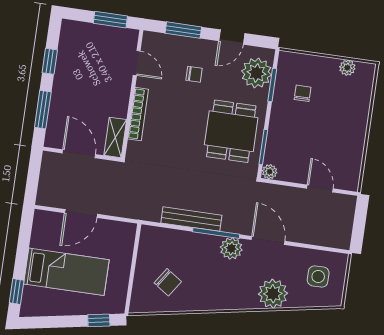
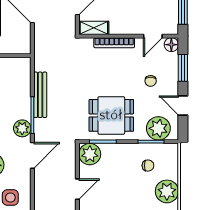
floor lamp: (151, 41) -> (171, 45), added
plant: (347, 68) -> (167, 191), width x1.88, depth x1.88
plant: (270, 172) -> (90, 154), width x1.88, depth x1.88

